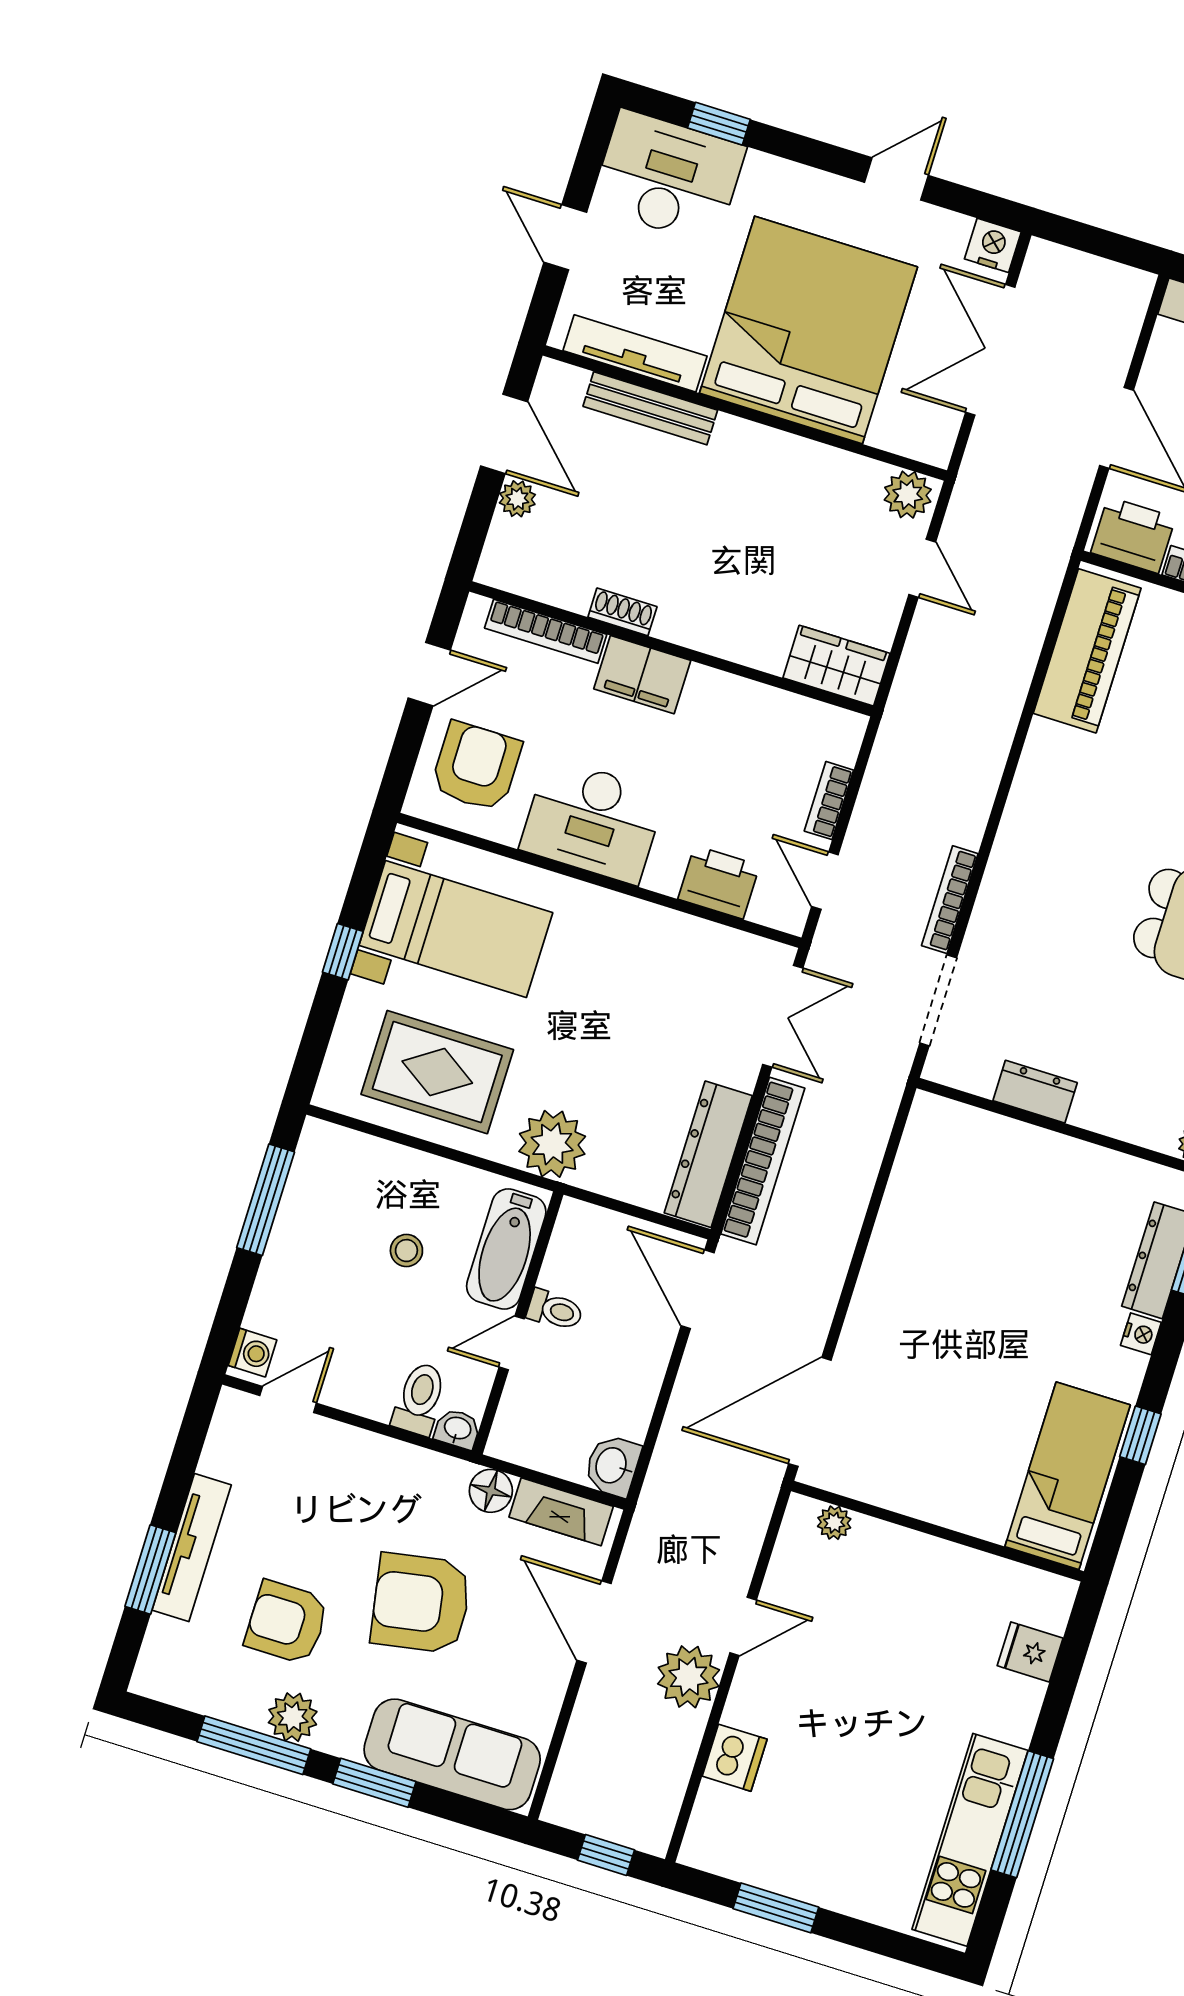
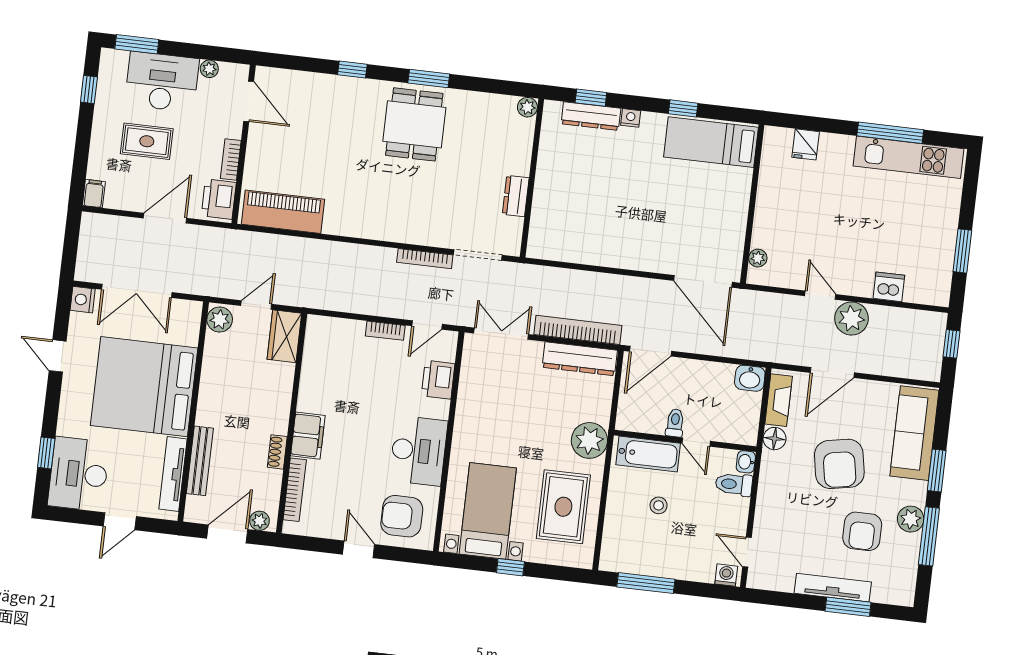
shoe rack: (622, 612) -> (277, 452), moved
bookcase: (546, 631) -> (295, 490), moved
wall: (671, 649) -> (292, 423), moved
wardrobe: (836, 666) -> (284, 336), moved
filing cabinet: (642, 675) -> (308, 436), moved

